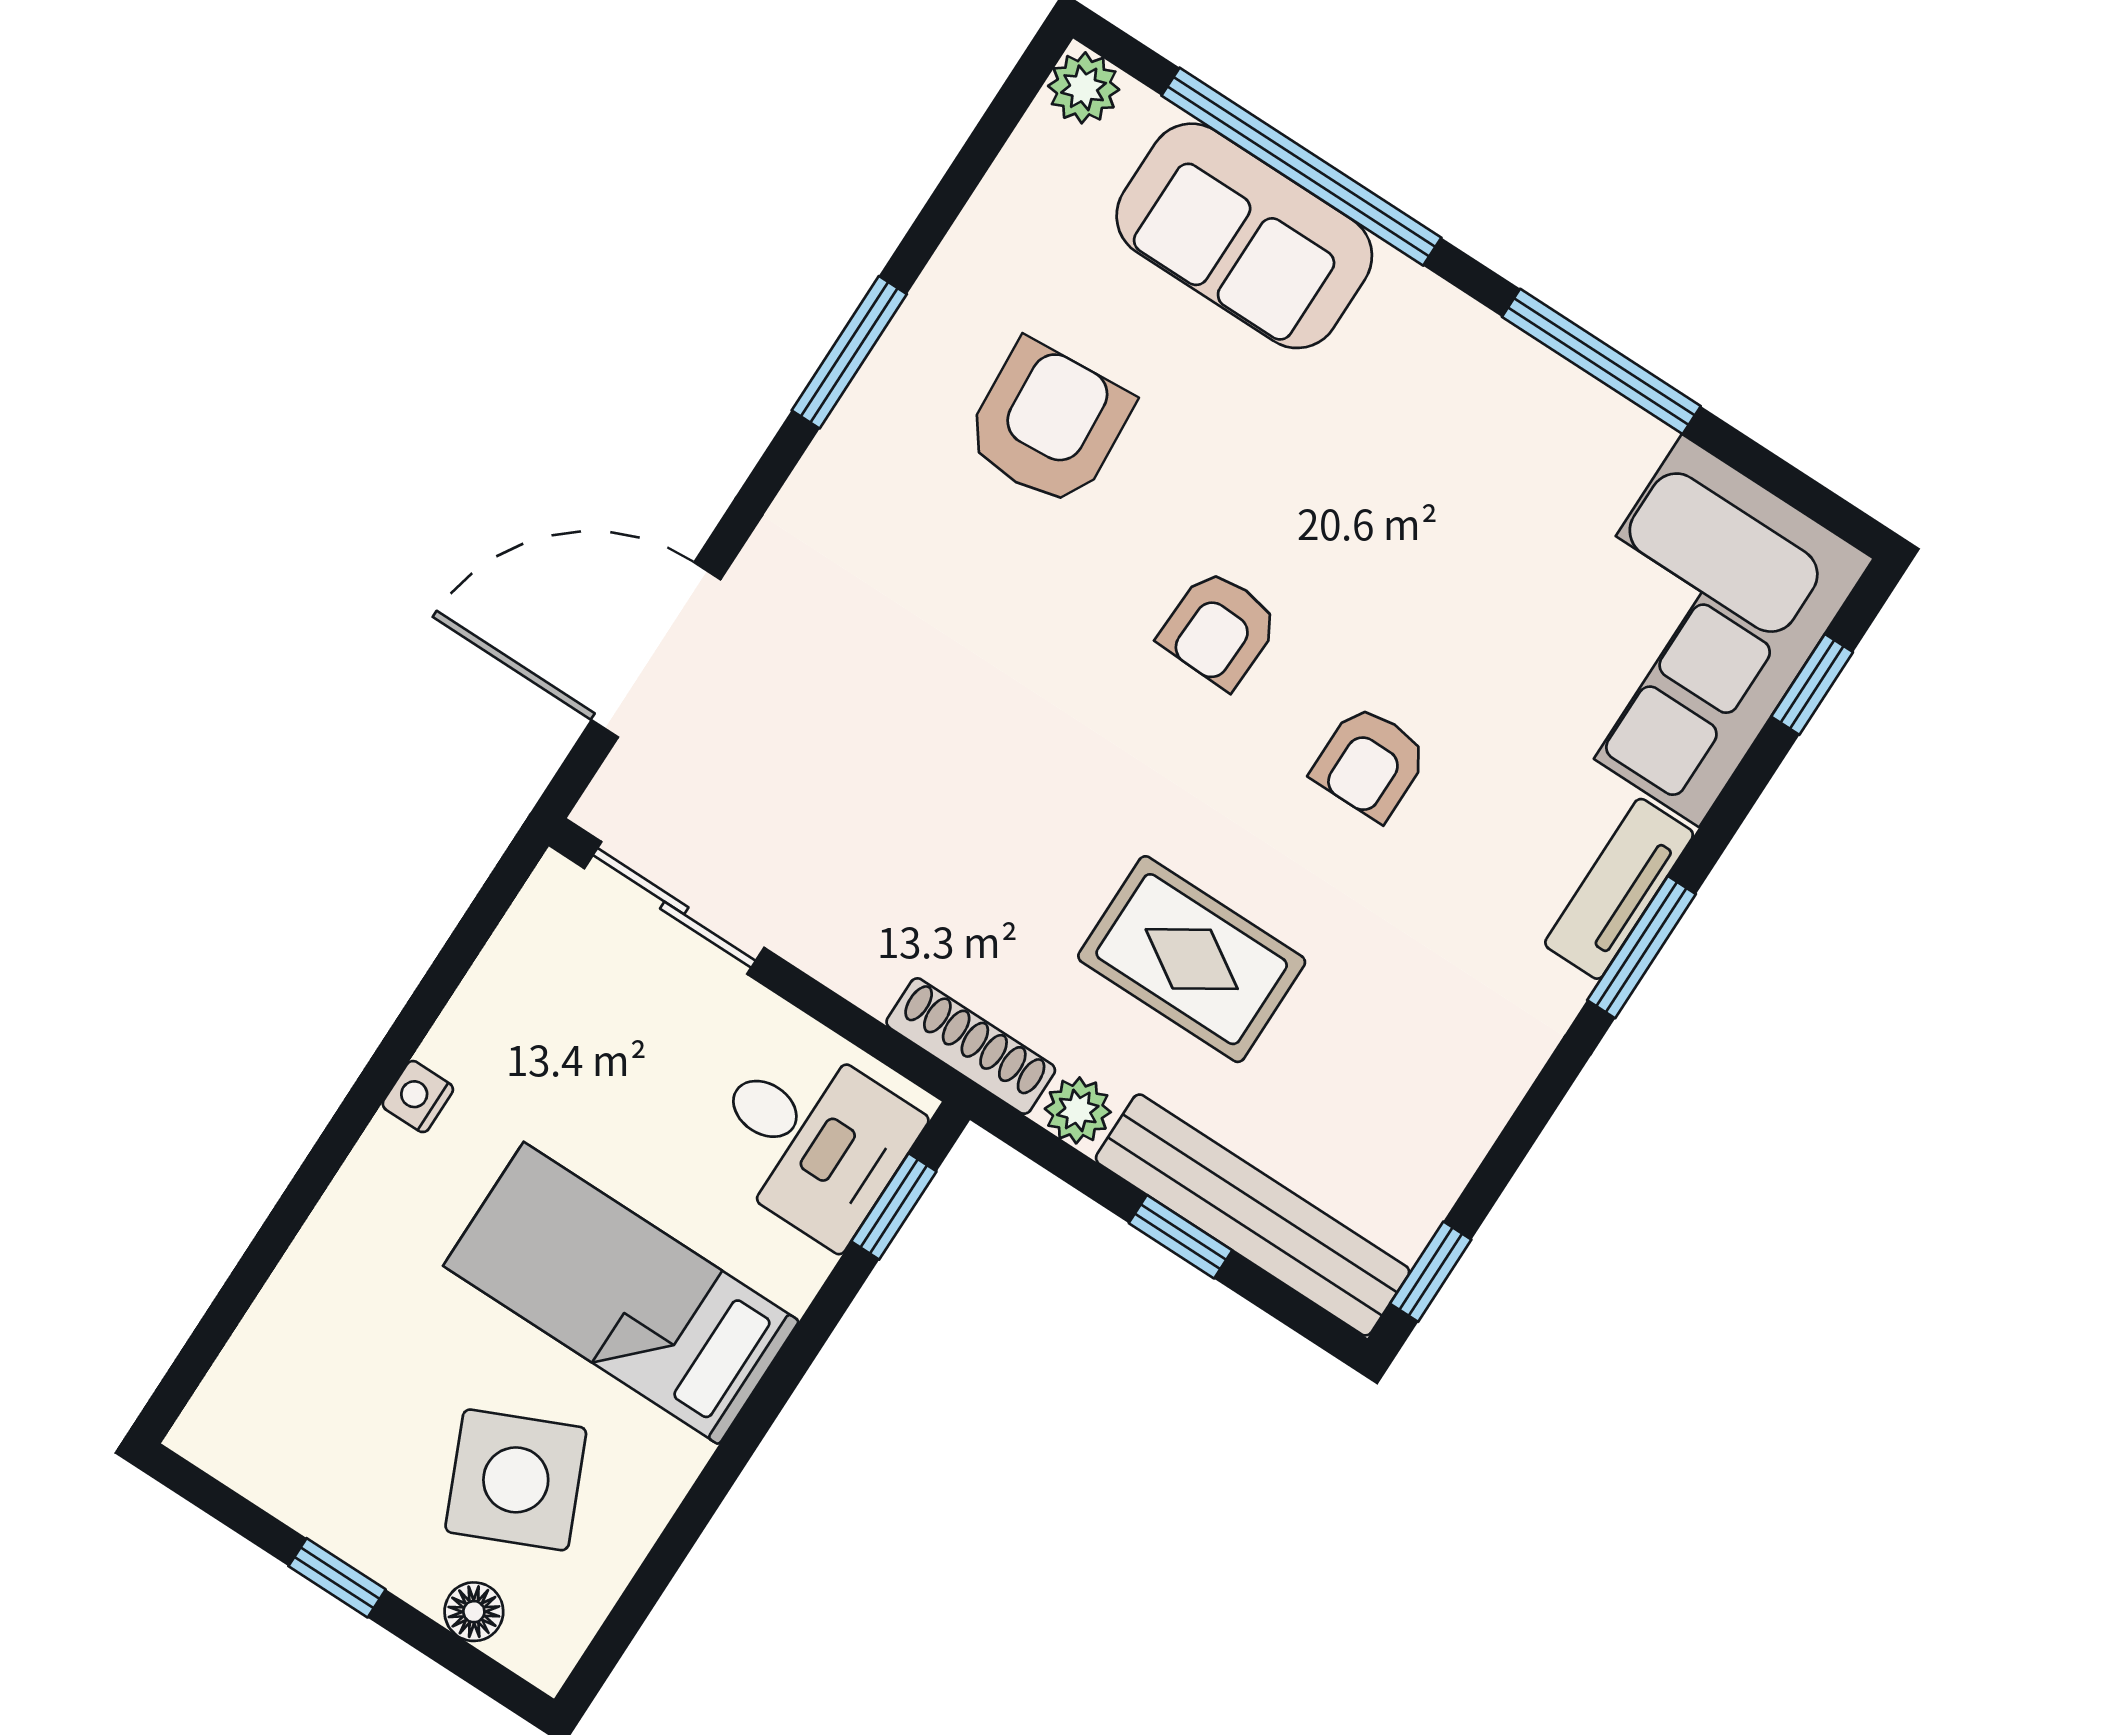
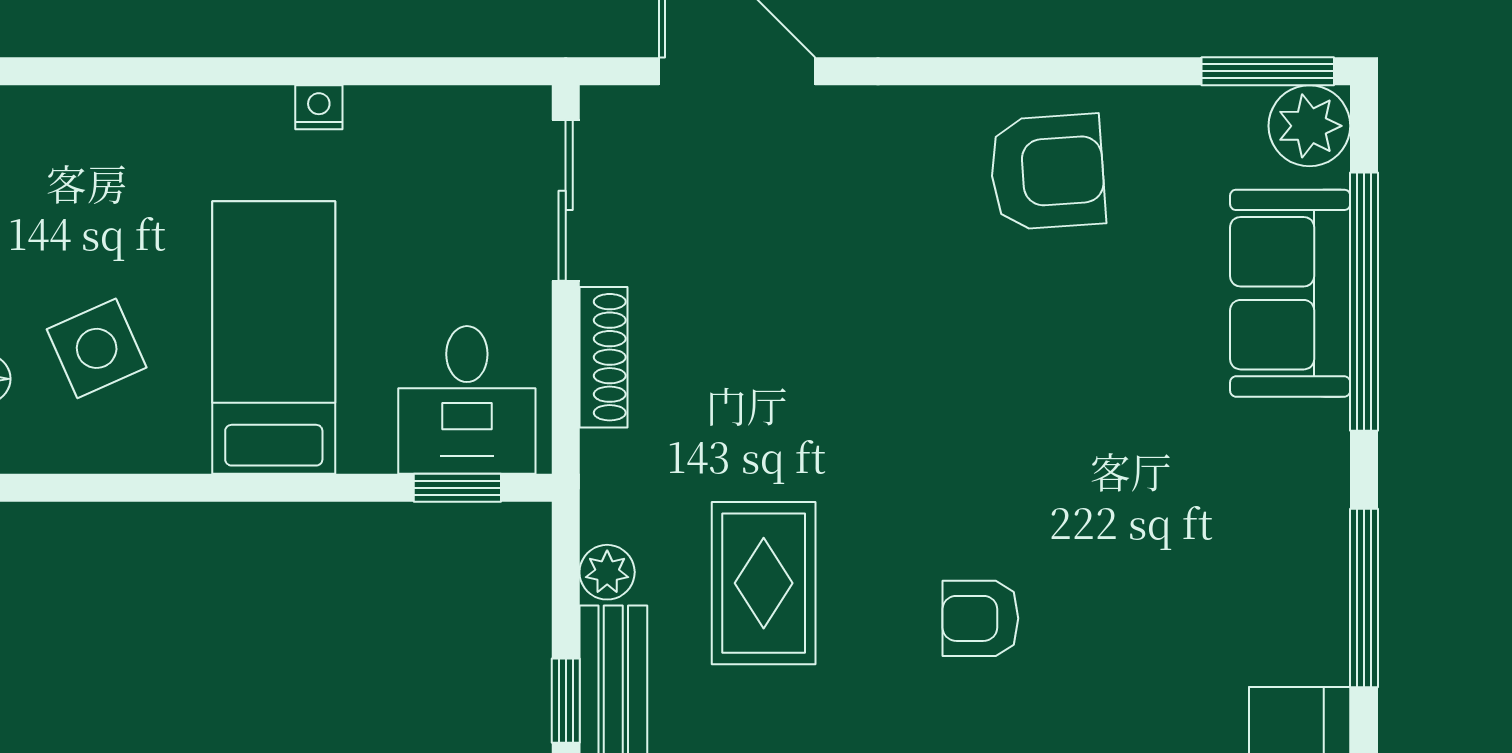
plant: (1084, 88) -> (1309, 126), width x1.38, depth x1.38
window: (849, 352) -> (1268, 71), moved
armchair: (1048, 424) -> (1047, 172), moved
armchair: (1219, 629) -> (1005, 453), removed
shoe rack: (971, 1046) -> (603, 357), moved
side table: (516, 1480) -> (97, 348), width x0.73, depth x0.73

